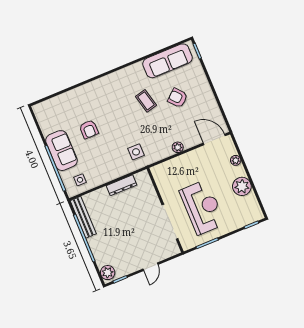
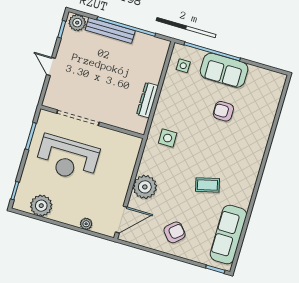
armchair: (178, 98) -> (175, 232), moved
plant: (178, 147) -> (145, 187), width x1.87, depth x1.87
plant: (242, 186) -> (41, 206), moved
bench: (83, 217) -> (110, 30), moved

